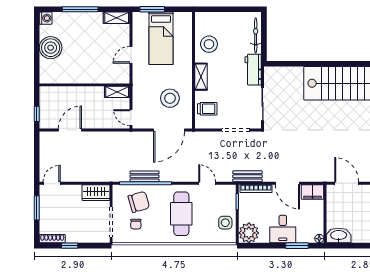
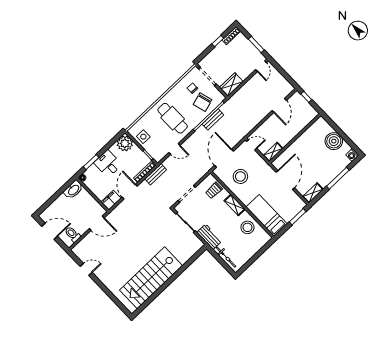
bed: (161, 38) -> (267, 215), moved
door: (131, 55) -> (285, 180), width x1.88
door: (287, 183) -> (130, 192), hinge flipped

